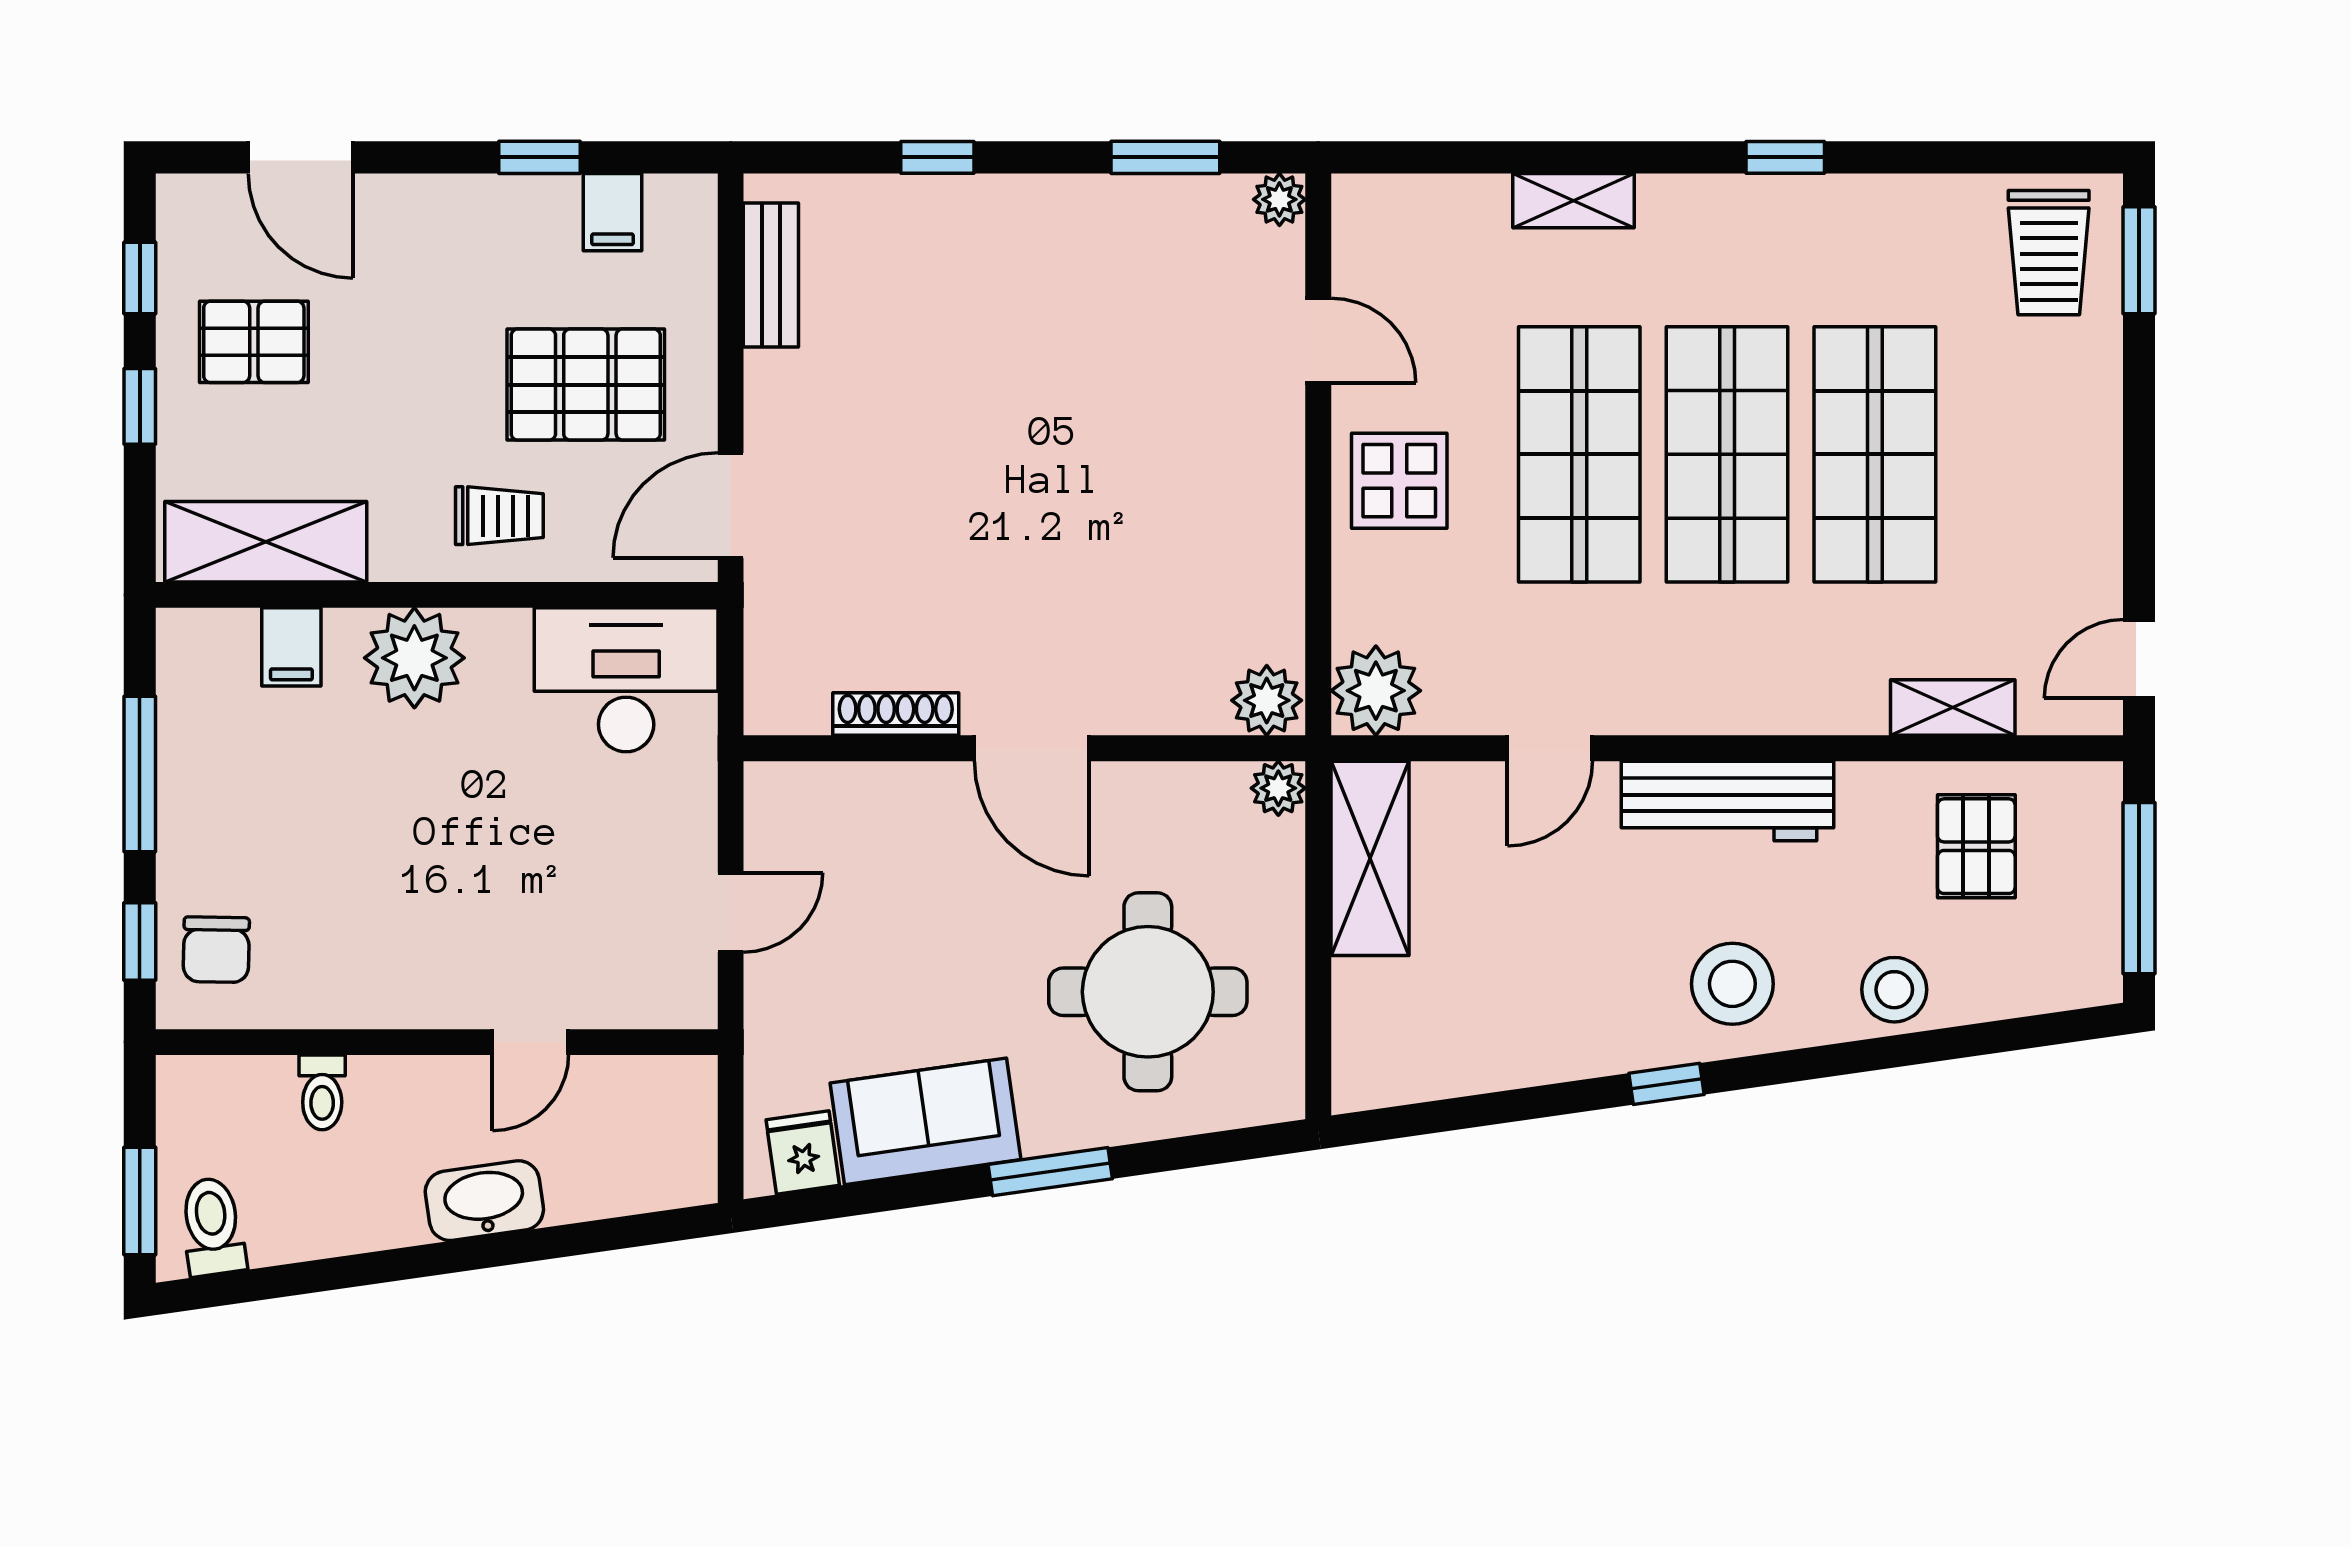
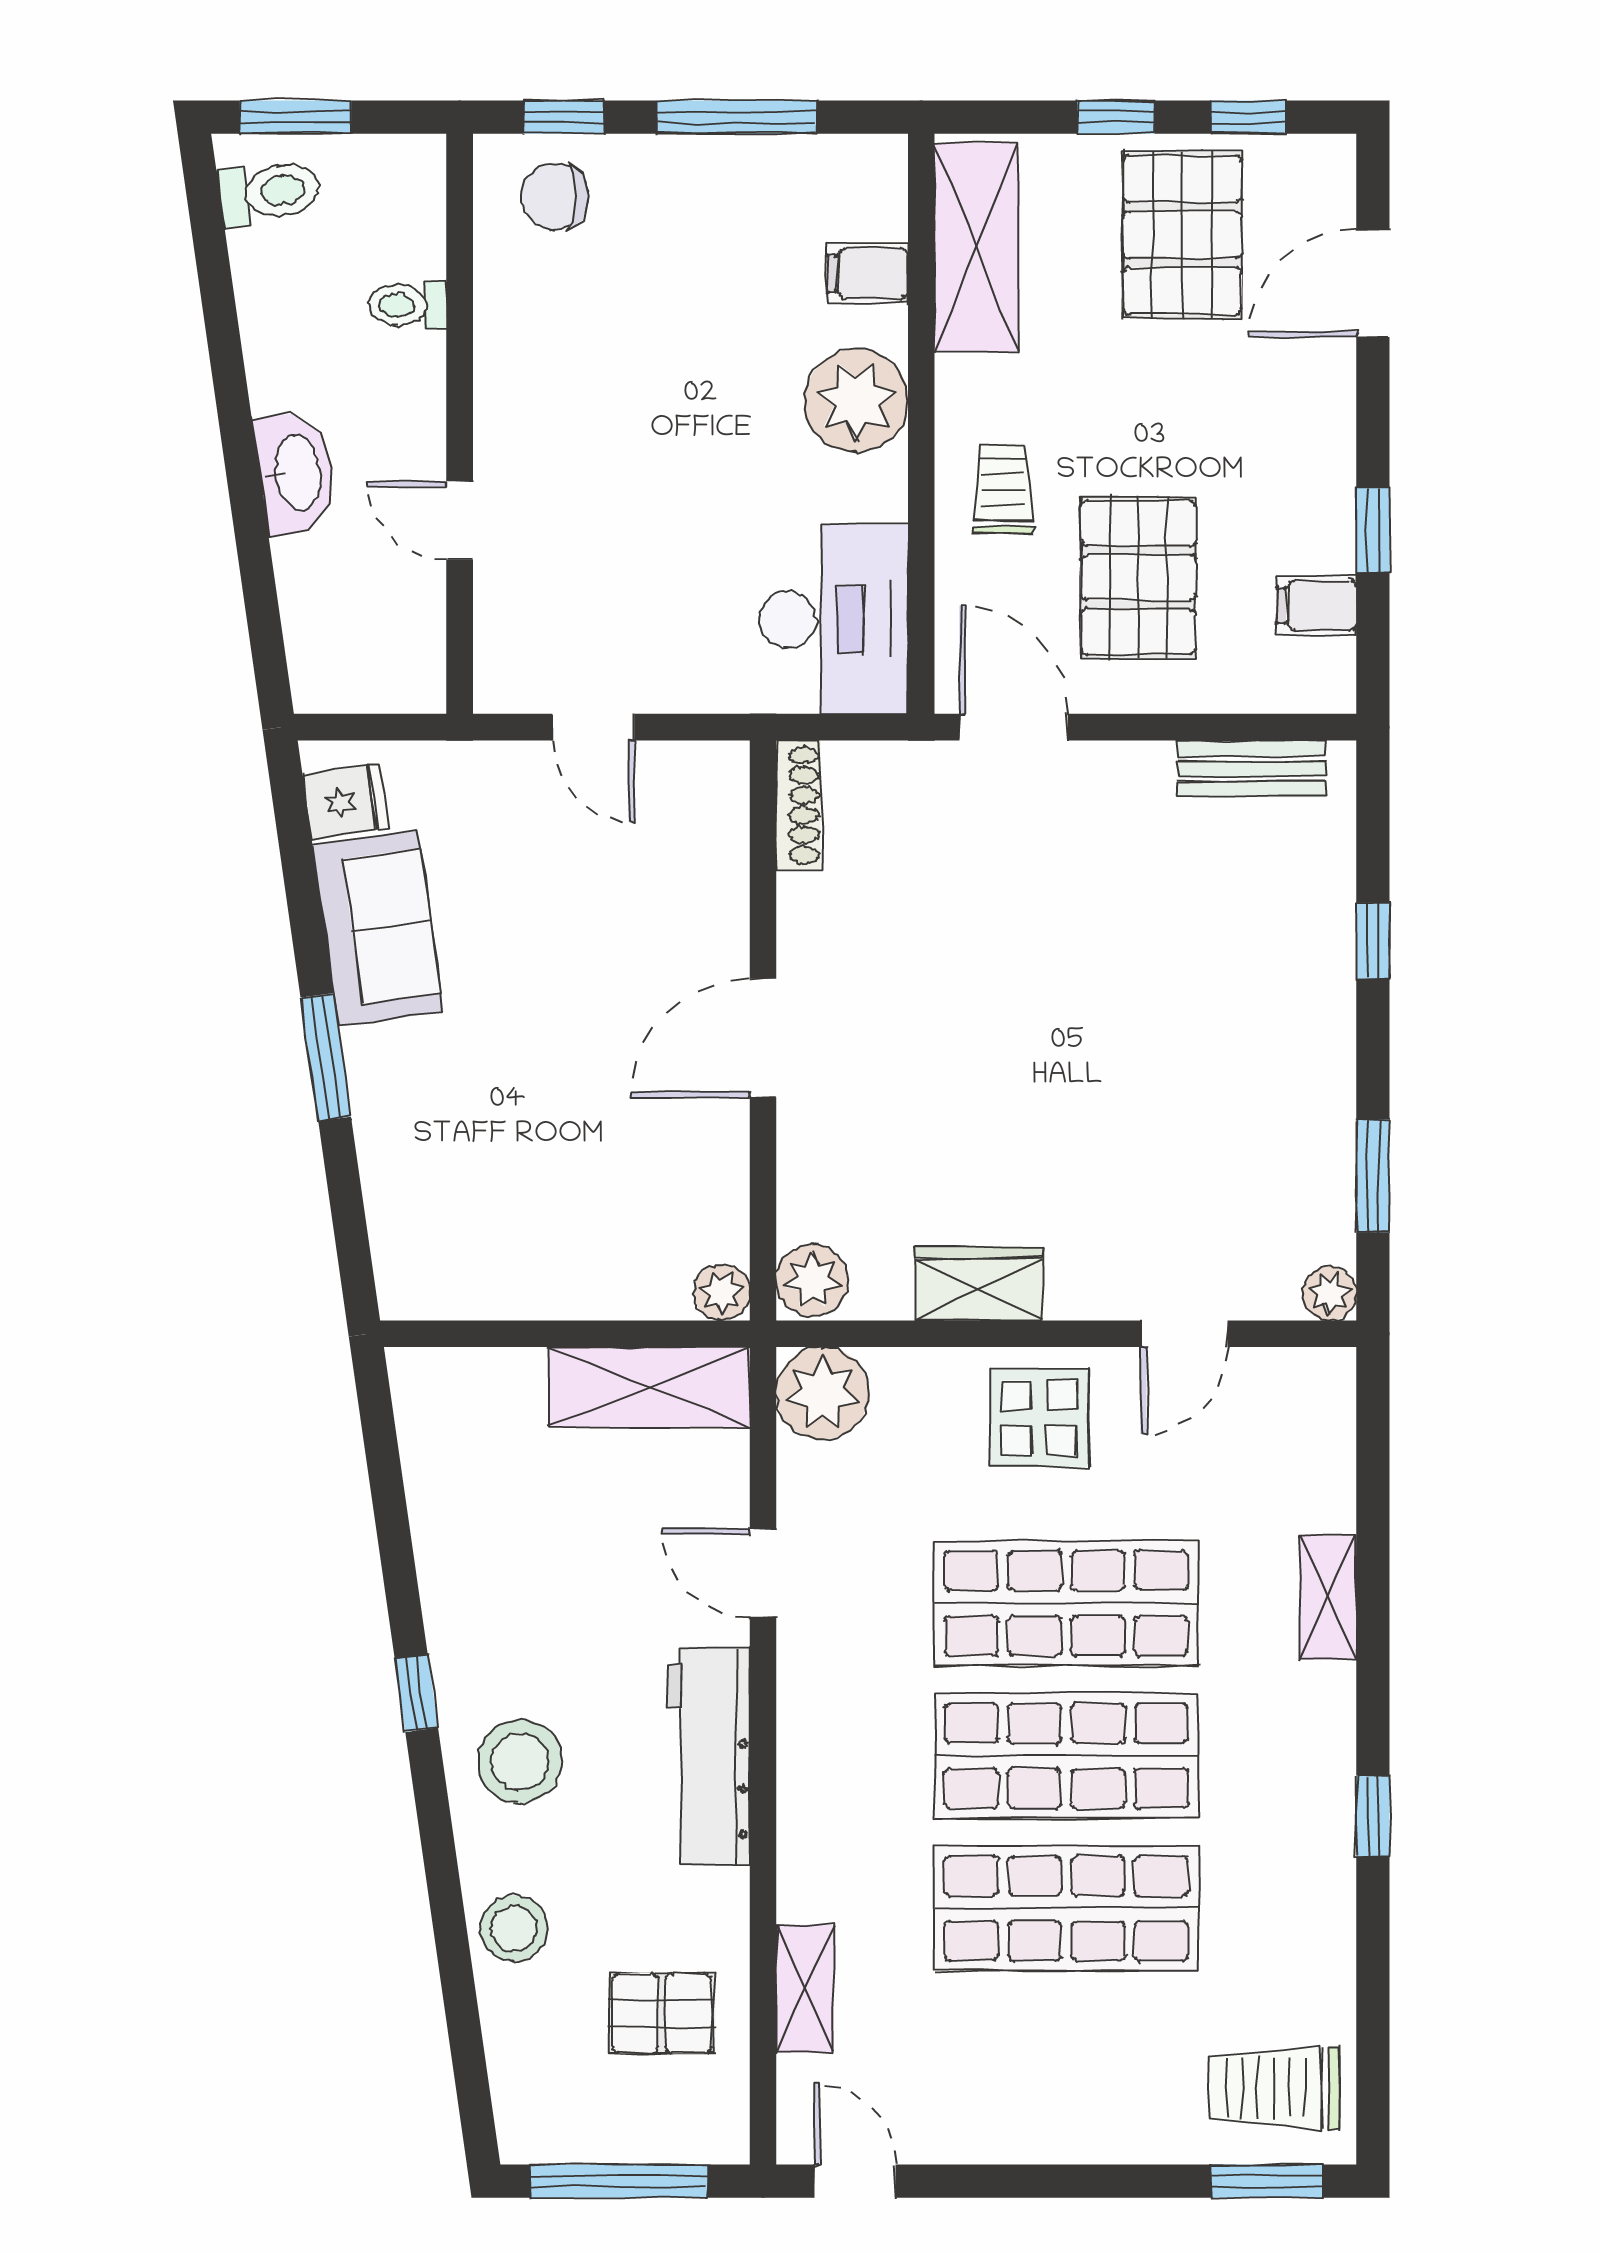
pallet: (254, 342) -> (1182, 235), width x1.50, depth x1.42
trolley: (499, 516) -> (1003, 488), turned 180
wardrobe: (1270, 539) -> (979, 1284), added
shoe rack: (896, 714) -> (798, 805), moved
round table: (1148, 992) -> (512, 1158), removed

